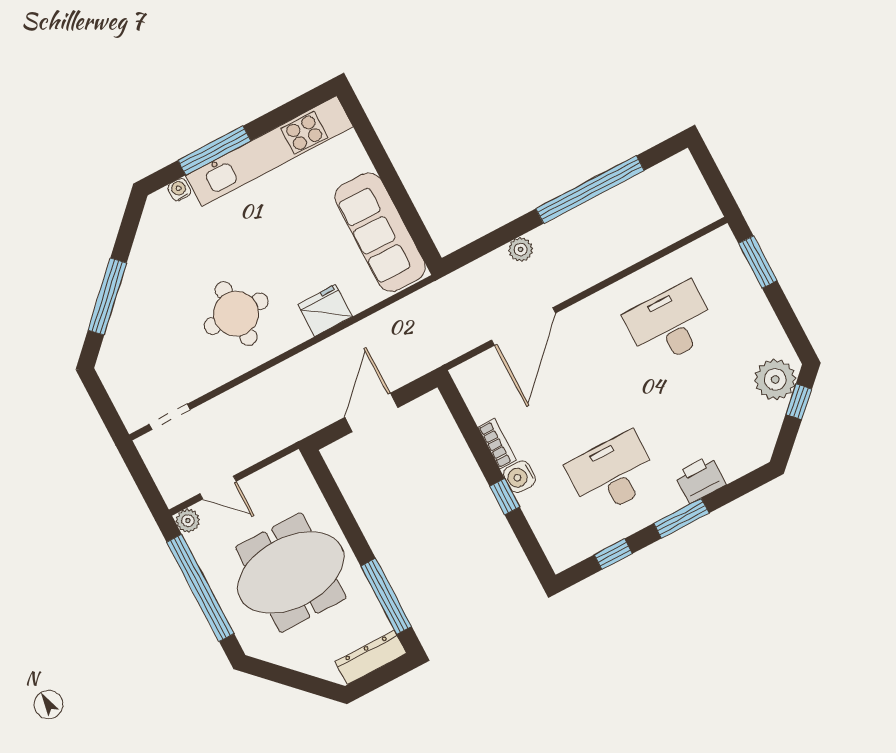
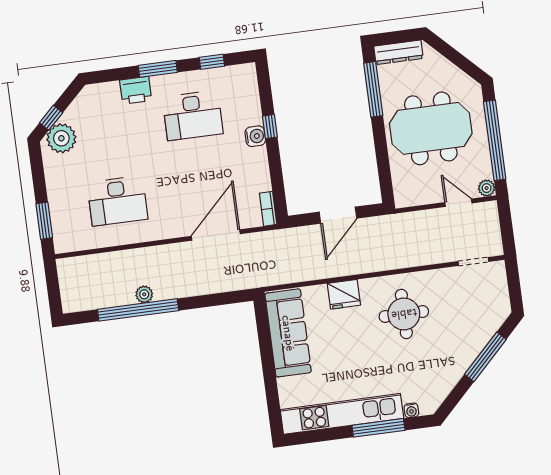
plant: (521, 249) -> (144, 294), moved
bookcase: (497, 444) -> (268, 209), moved

